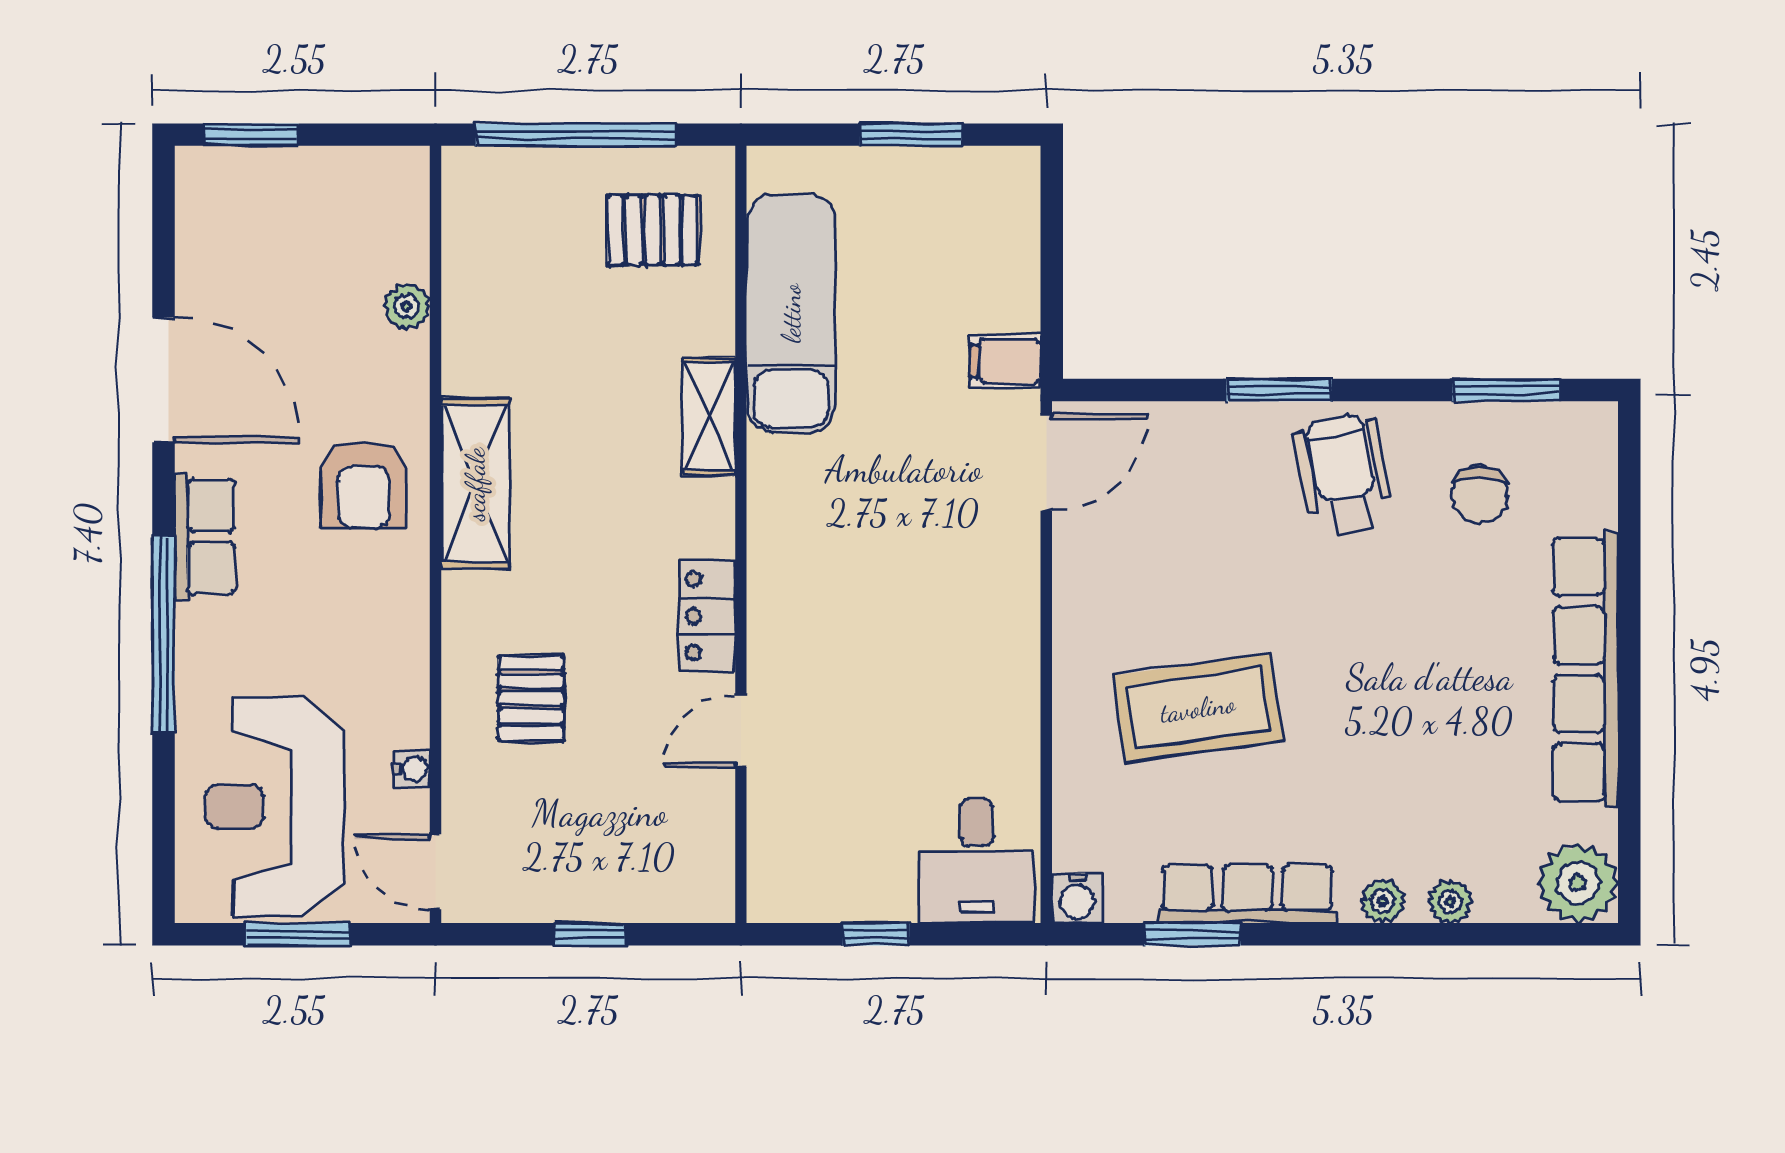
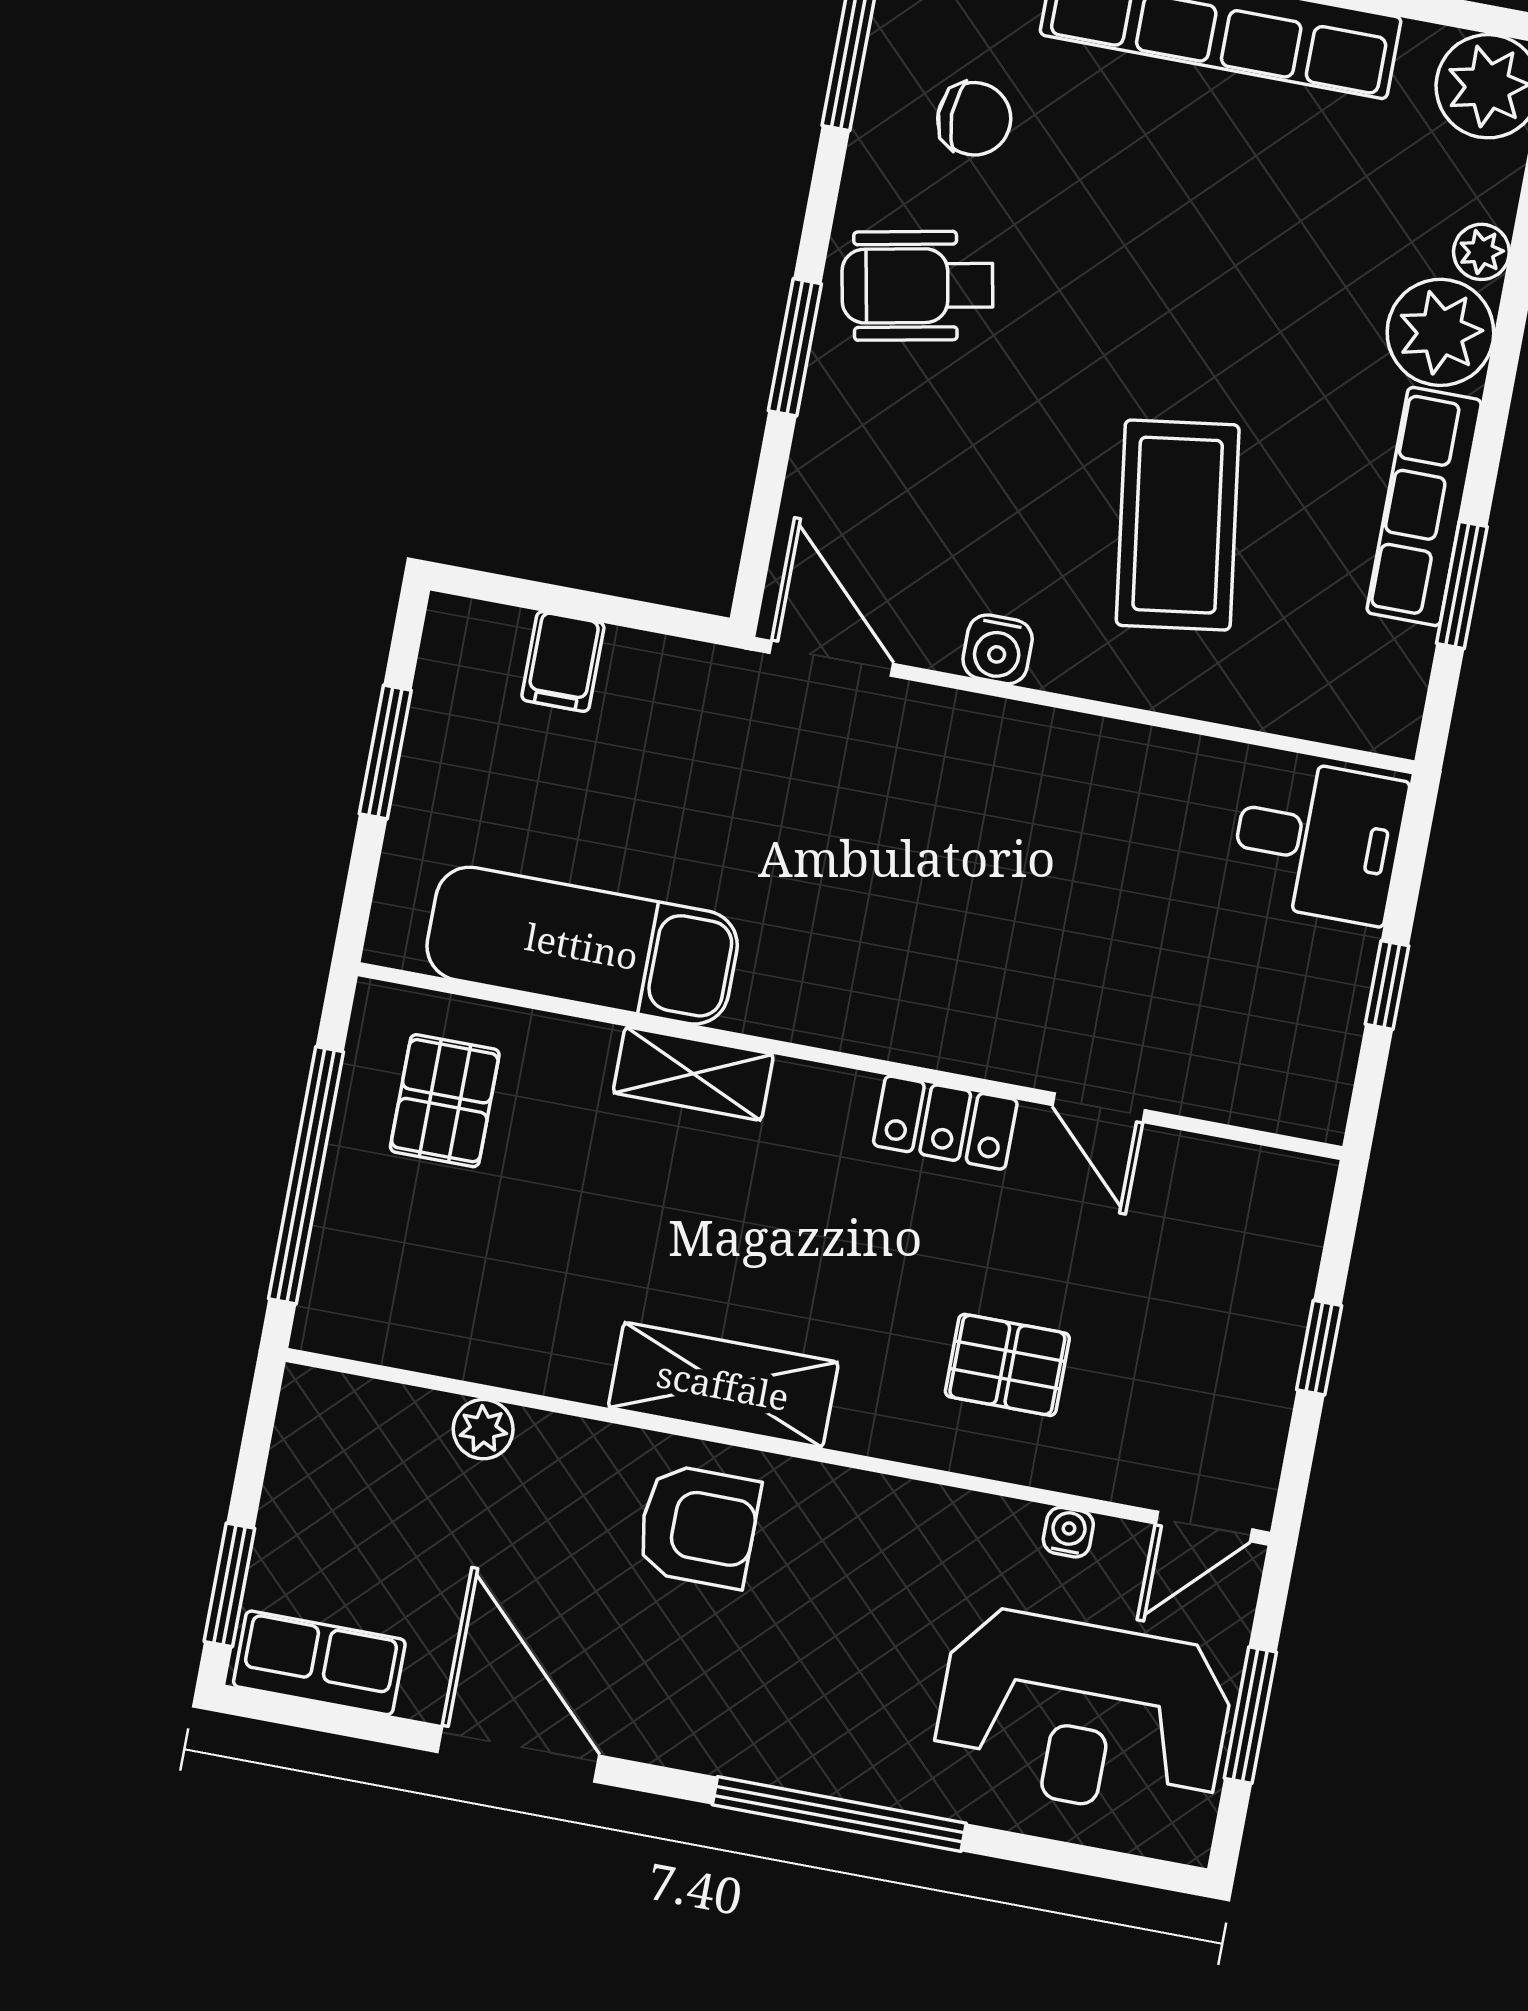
filing cabinet: (1005, 361) -> (563, 662), moved
door: (163, 380) -> (518, 1754), hinge flipped
row of seats: (205, 537) -> (319, 1663), moved
water cooler: (1077, 898) -> (998, 649), moved, turned 90
plant: (1383, 901) -> (1440, 332), width x1.87, depth x1.87

